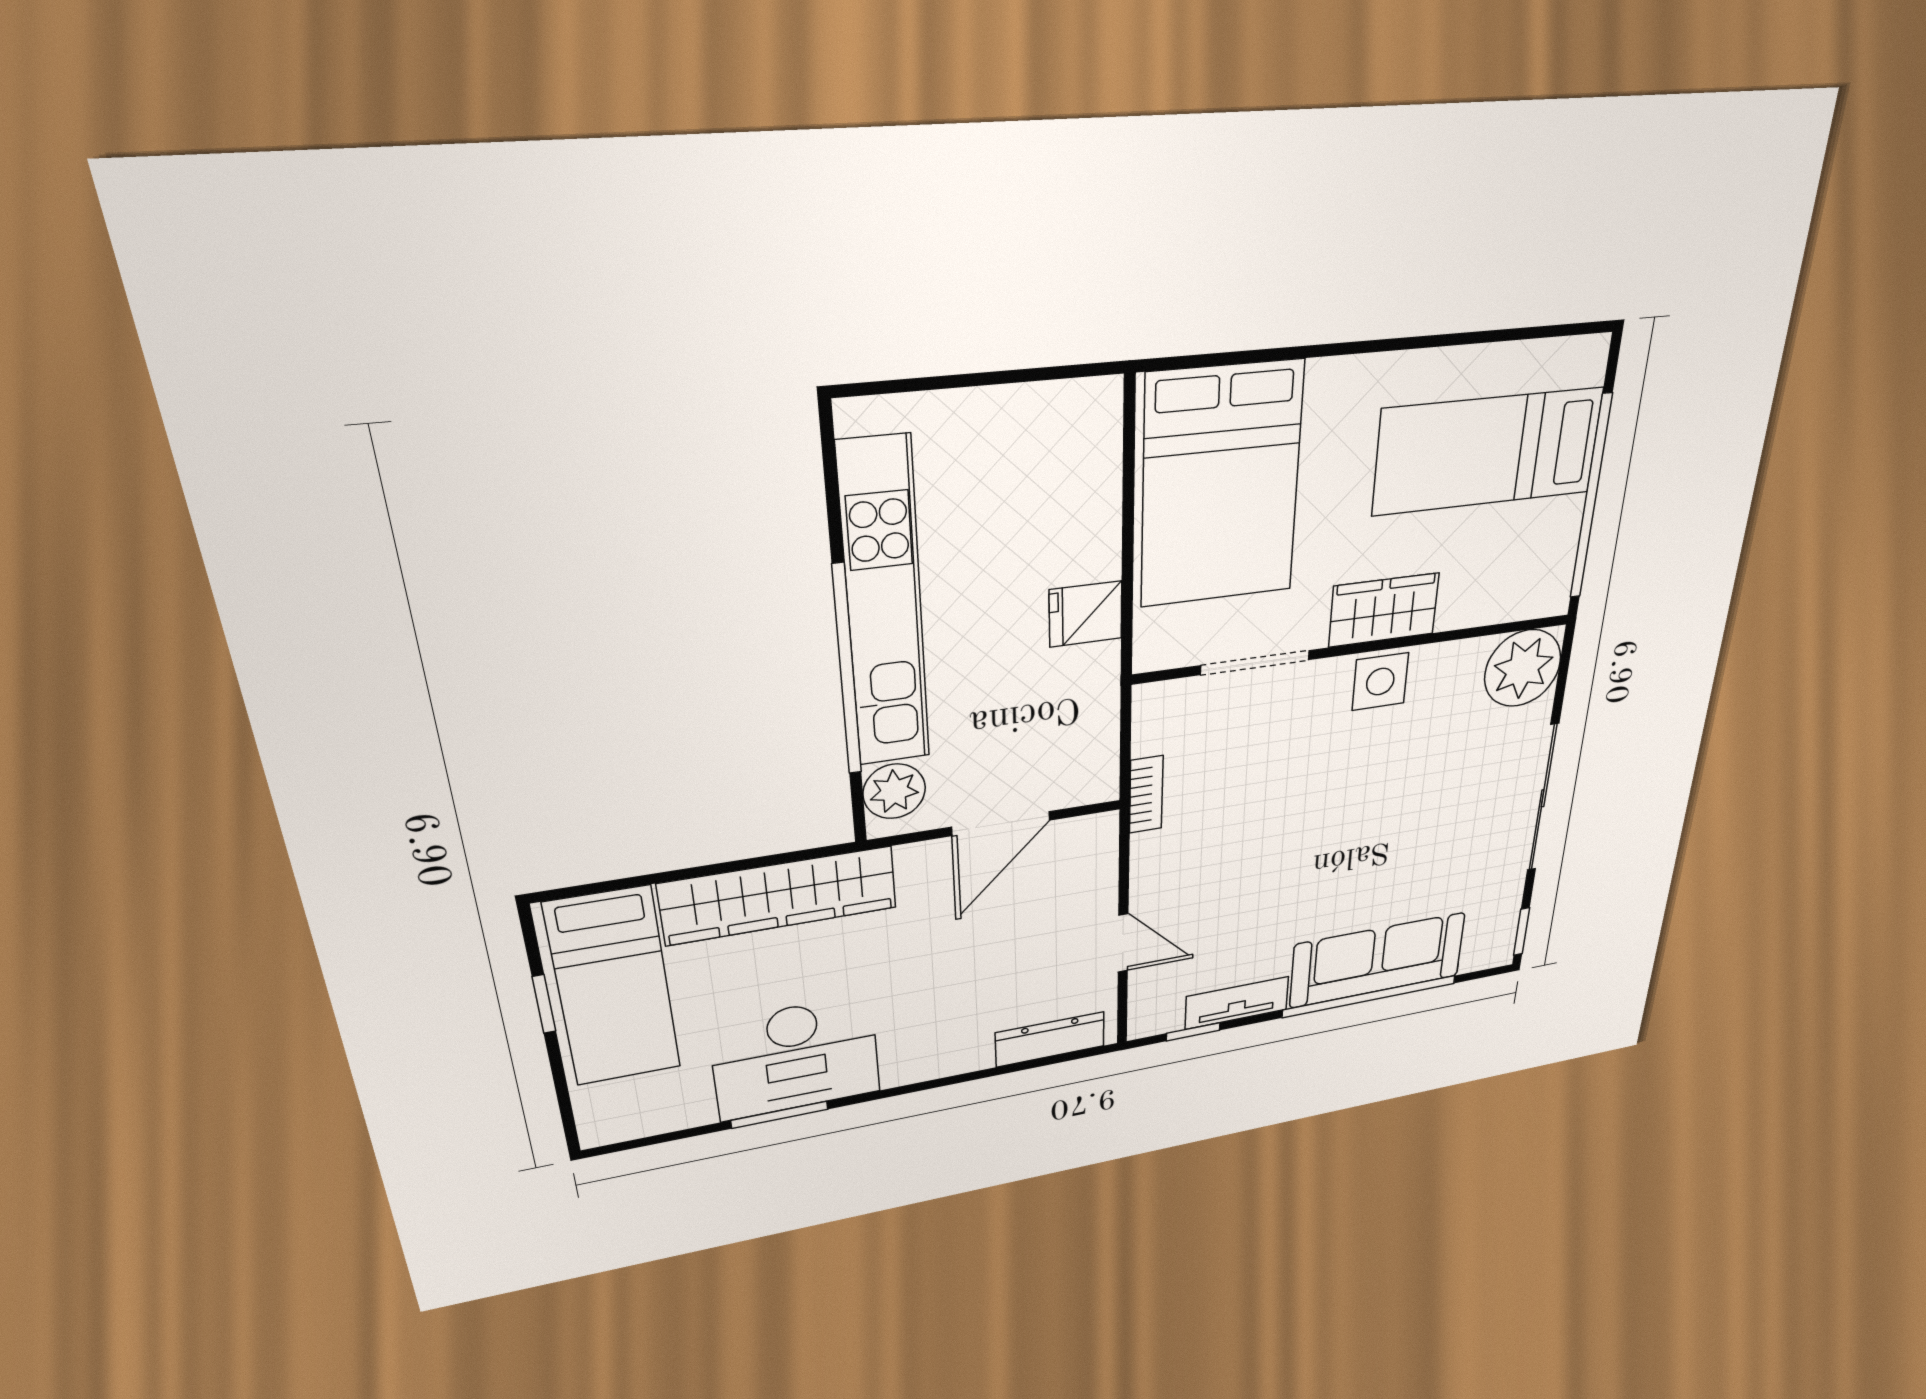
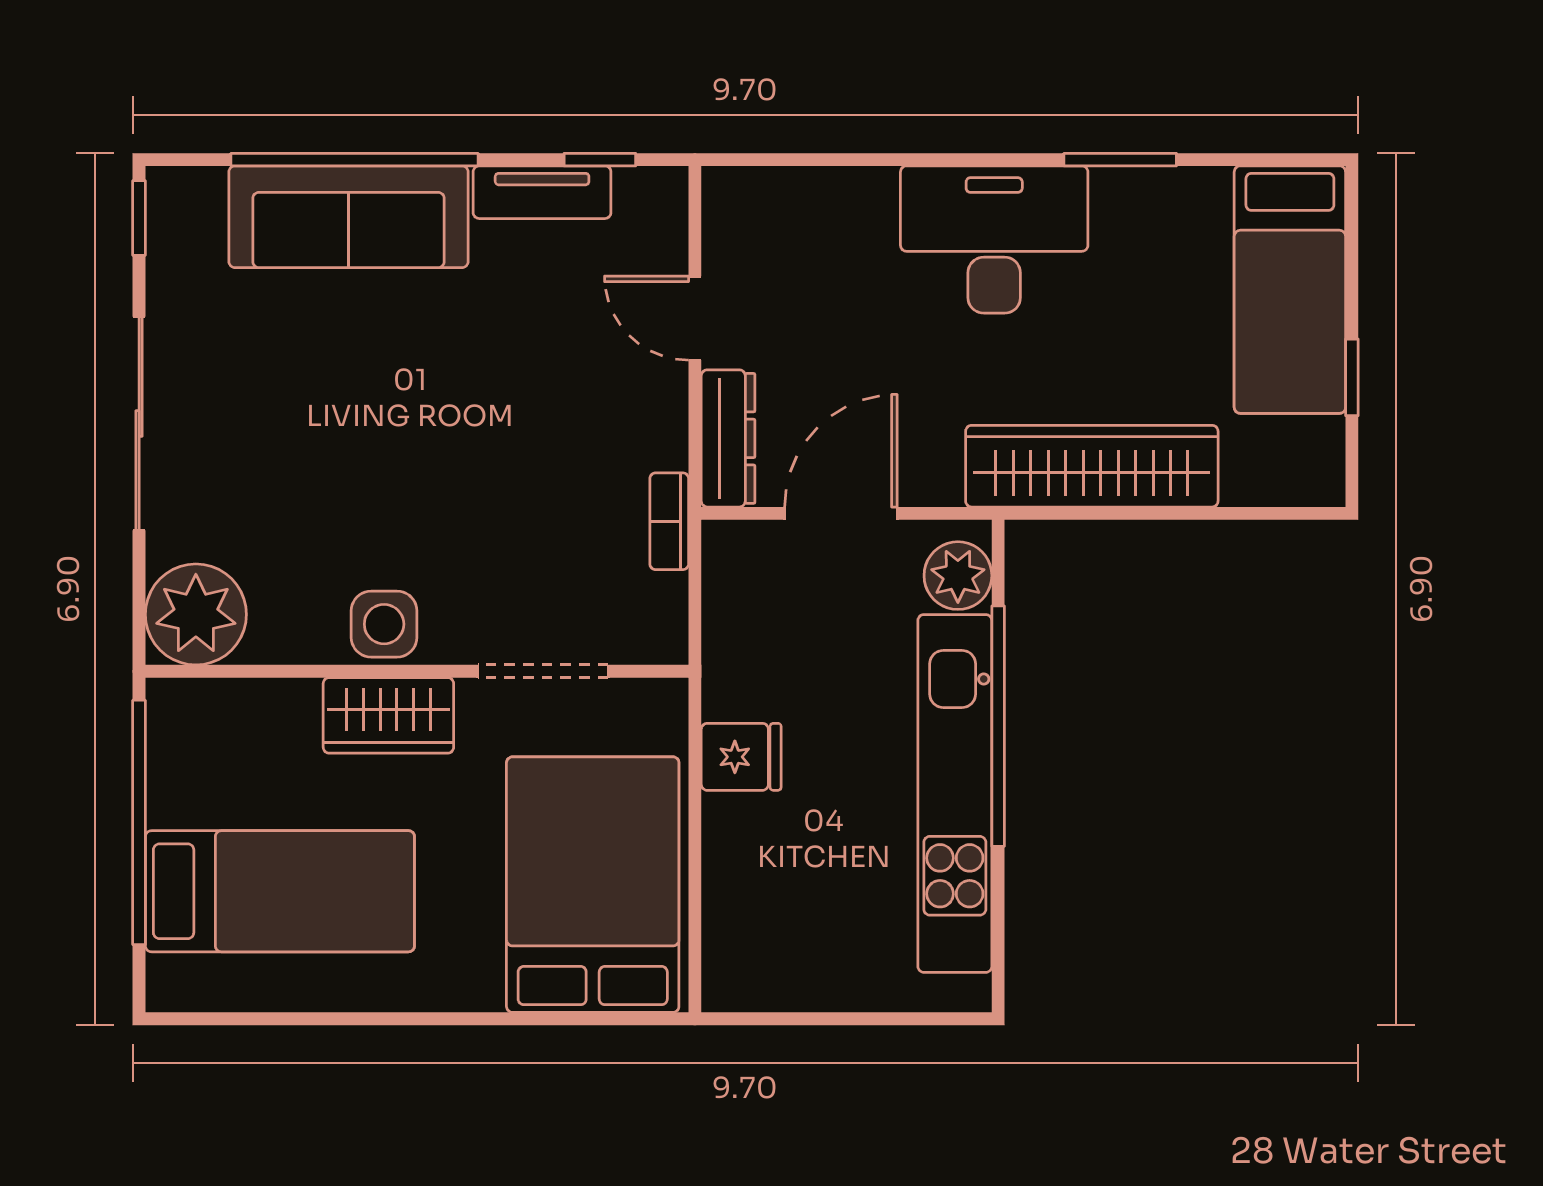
bed: (613, 987) -> (1290, 290), moved, turned 180
dresser: (1050, 1039) -> (728, 438), moved, turned -90
desk: (796, 1058) -> (994, 240), moved

